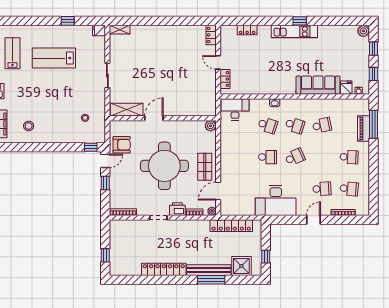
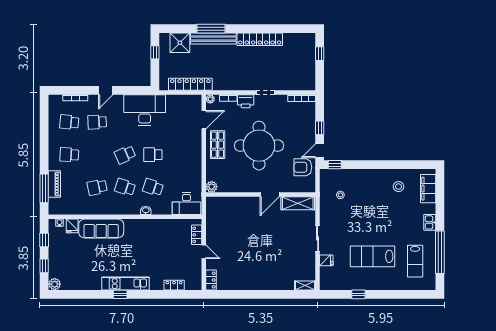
fridge: (99, 30) -> (326, 260), moved
lab bench: (54, 58) -> (372, 256), turned 180

